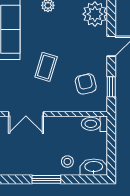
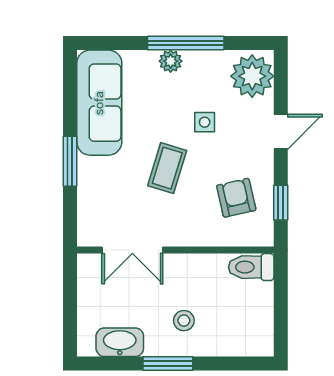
side table: (68, 41) -> (205, 122), added
stool: (67, 162) -> (184, 321), moved
washbasin: (94, 167) -> (120, 342), moved

